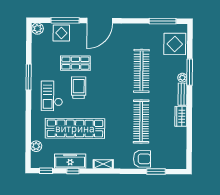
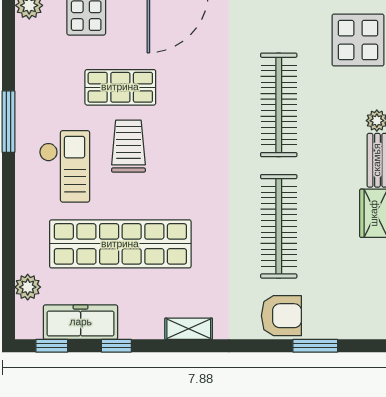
checkout: (52, 96) -> (64, 166), turned 180
freezer: (70, 161) -> (81, 322), moved

